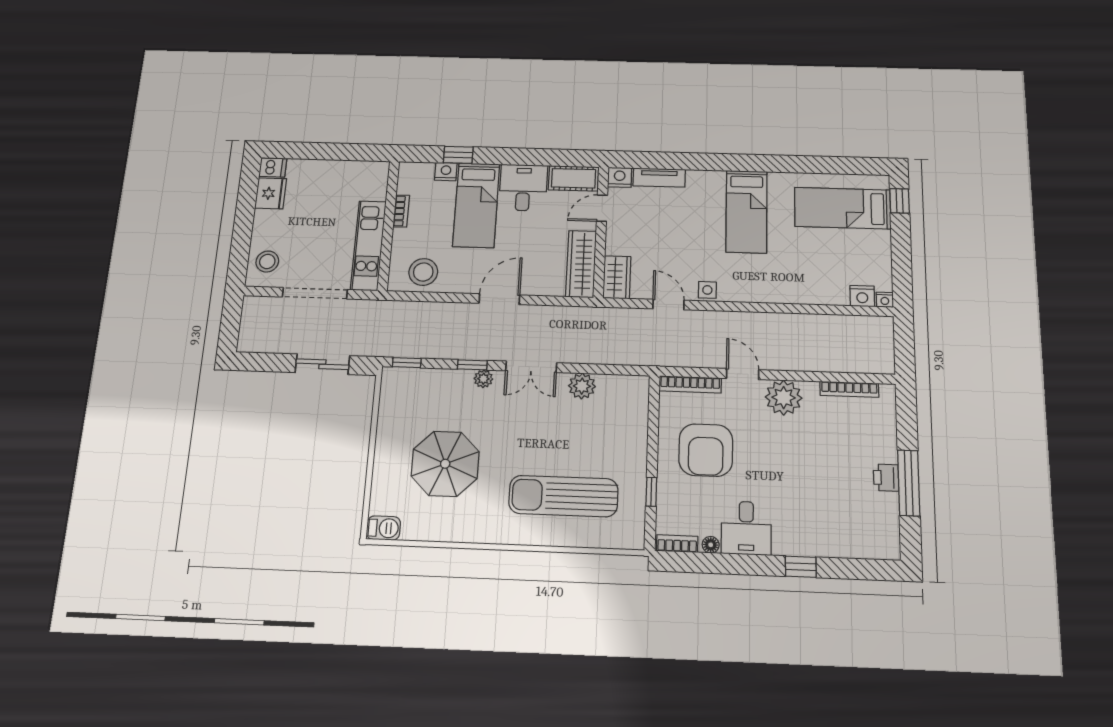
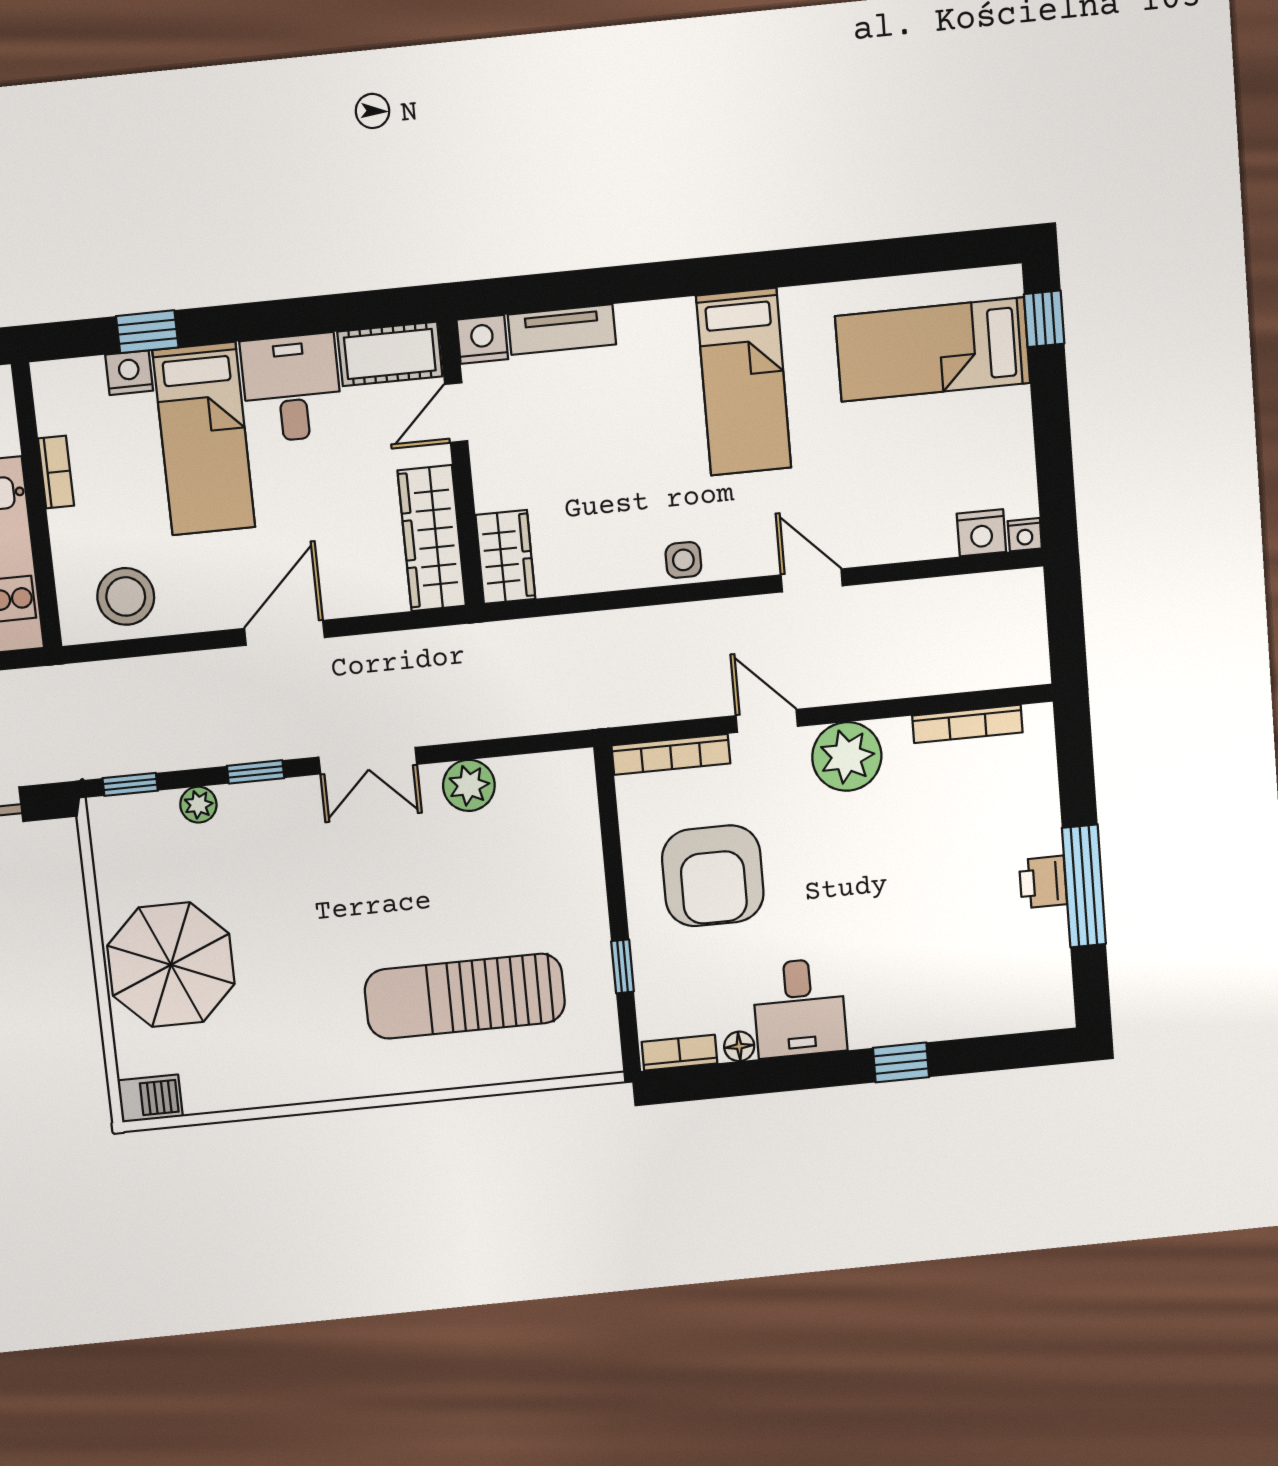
door: (668, 305) -> (812, 580), moved
plant: (483, 379) -> (198, 805), moved
parasol: (445, 464) -> (171, 965), moved

